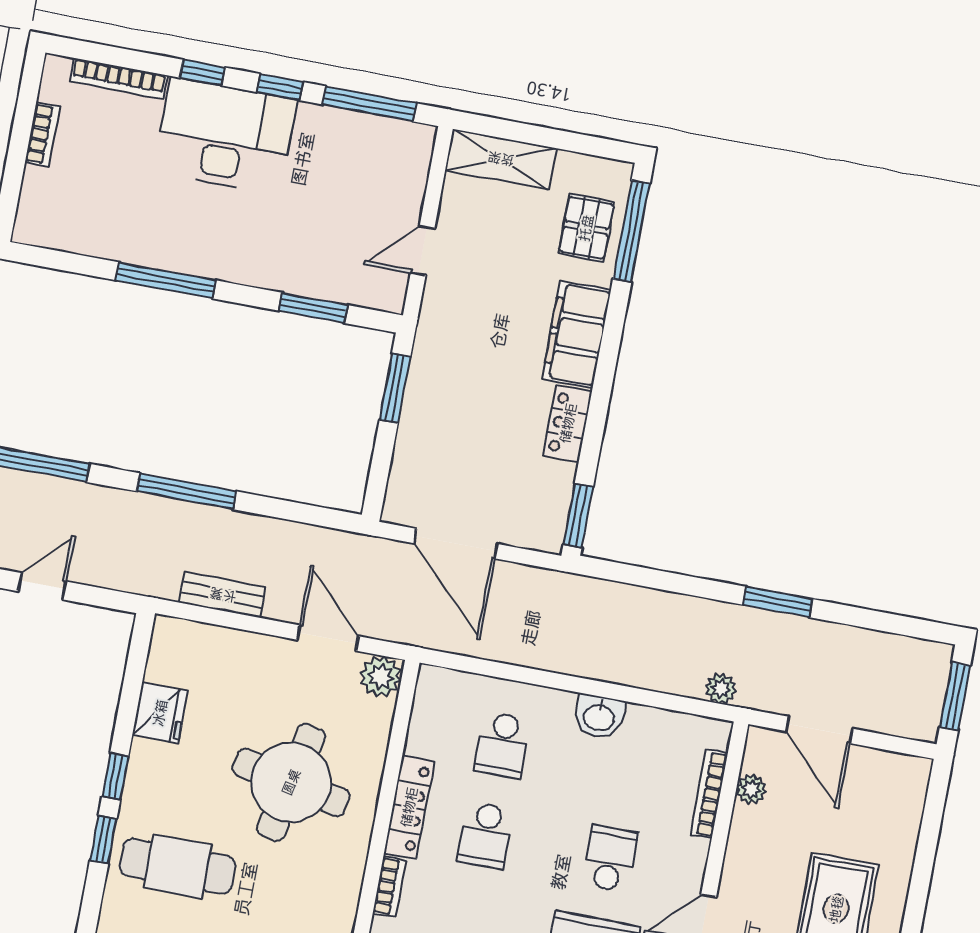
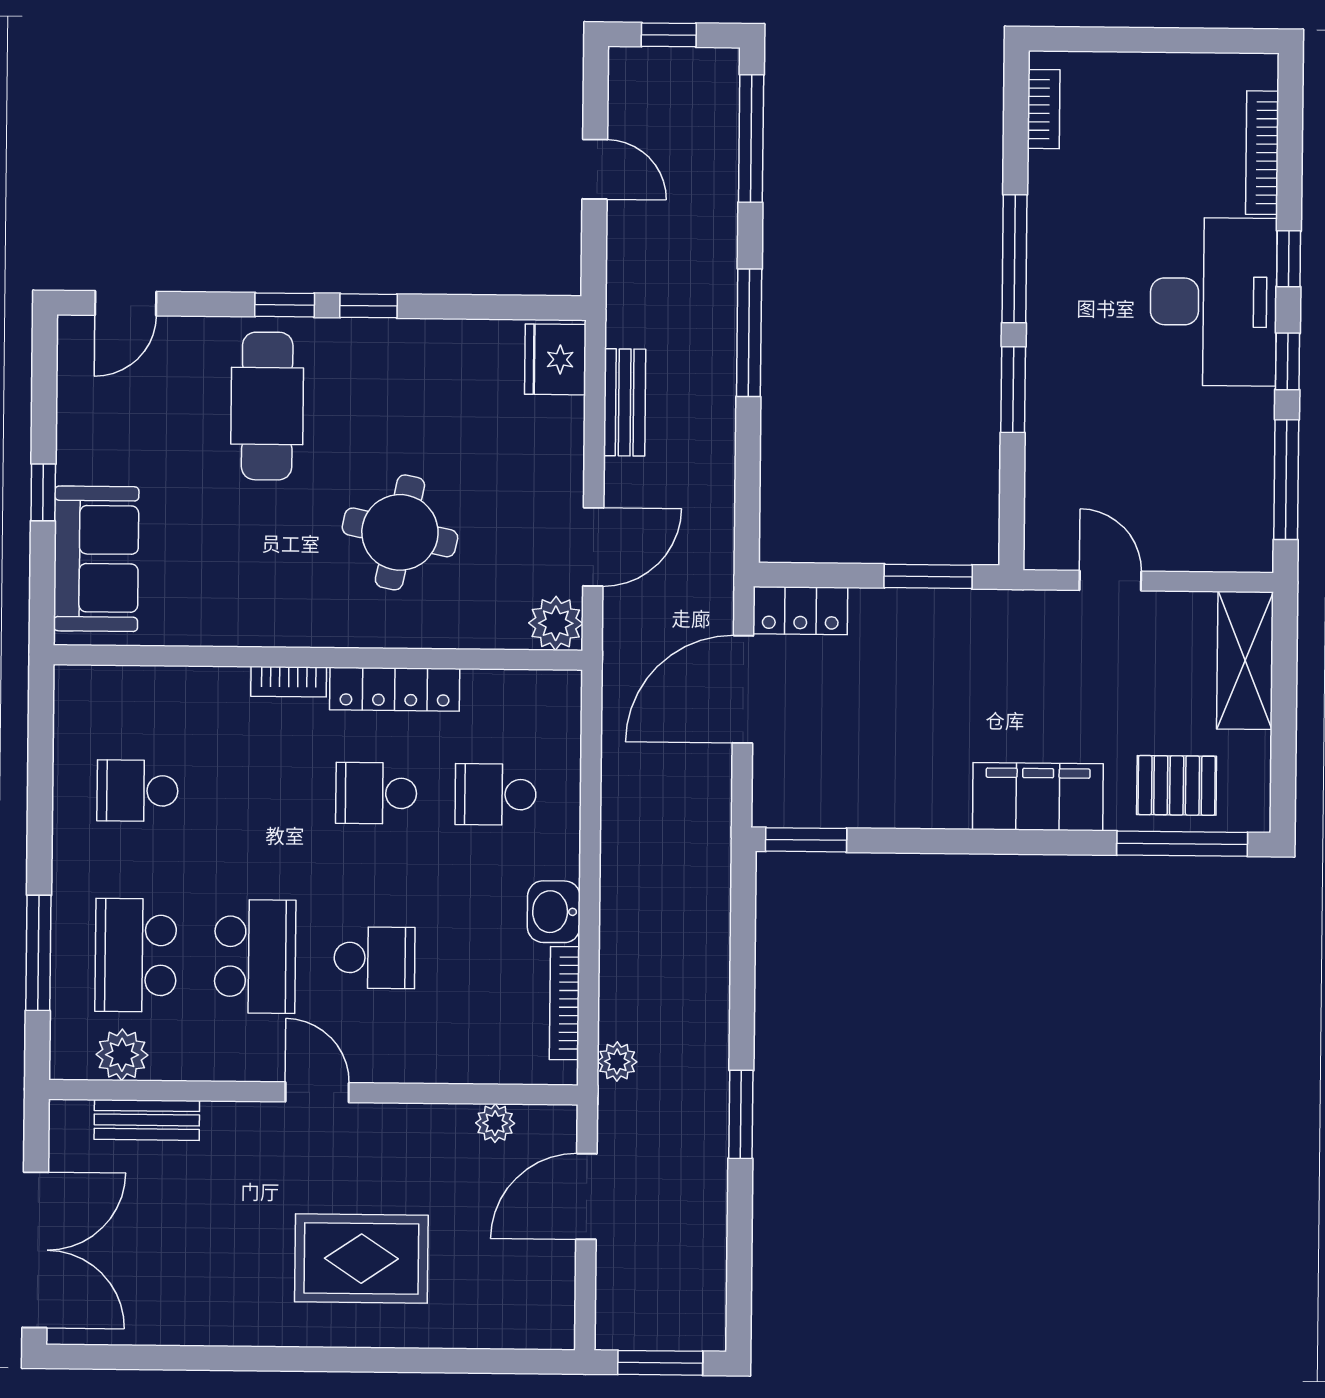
bookcase: (42, 134) -> (1044, 109), moved, turned -90
window: (313, 308) -> (1013, 390), moved
locker: (568, 423) -> (800, 611), moved, turned 180
fridge: (160, 713) -> (555, 359), moved, turned 90
round table: (291, 782) -> (400, 532), width x0.73, depth x0.73
bookcase: (709, 794) -> (564, 1003), moved, turned -90

